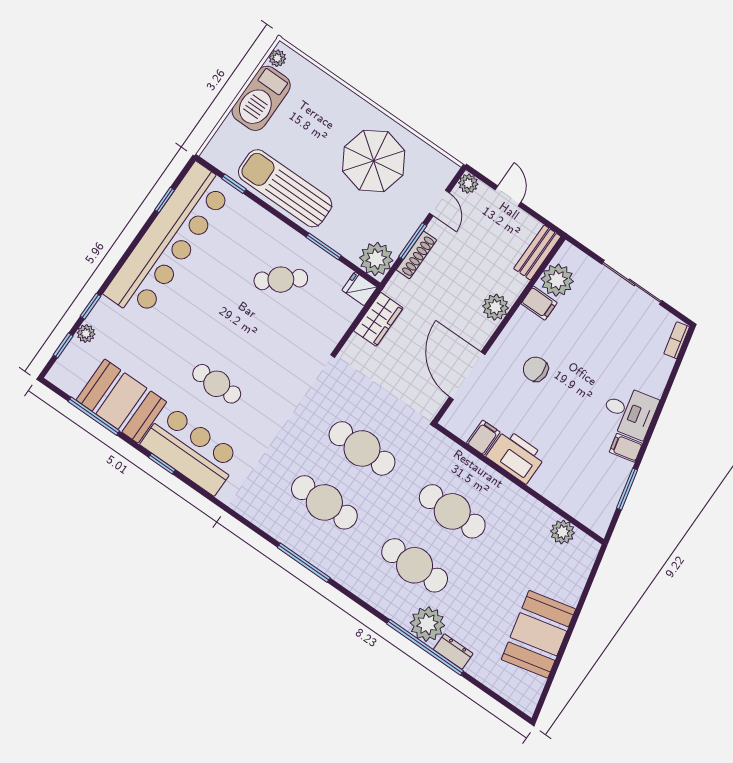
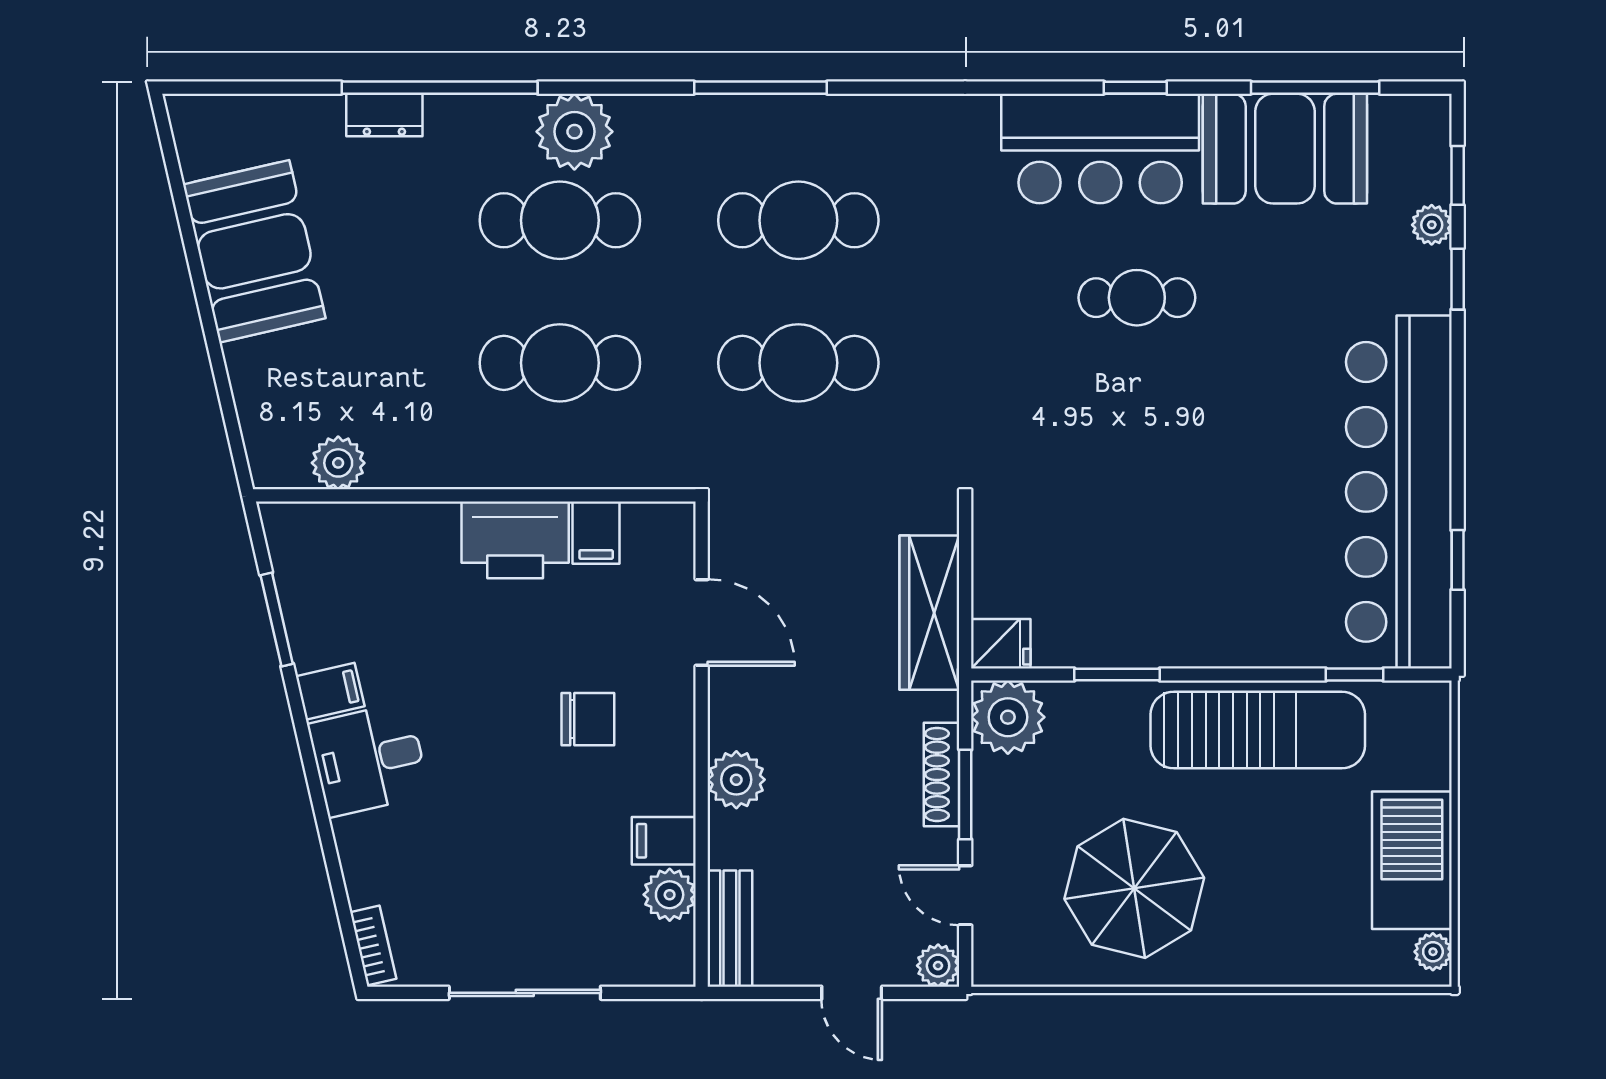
cafe table: (281, 280) -> (1152, 563), removed
plant: (557, 280) -> (670, 895), width x0.73, depth x0.73
wardrobe: (378, 319) -> (929, 613), width x1.50
door: (467, 376) -> (702, 623), width x0.73
plant: (427, 624) -> (574, 132), moved

